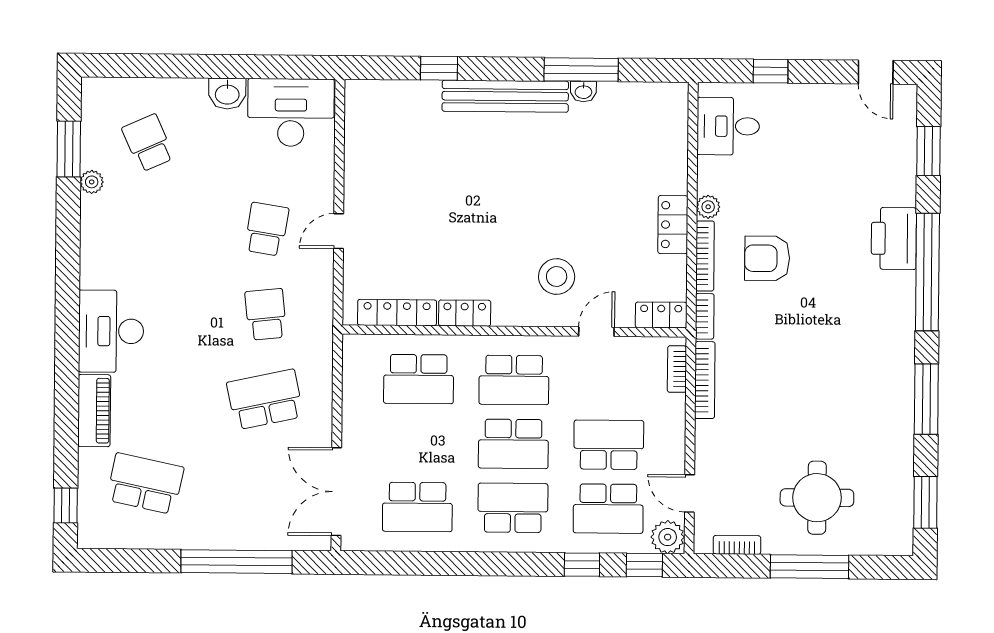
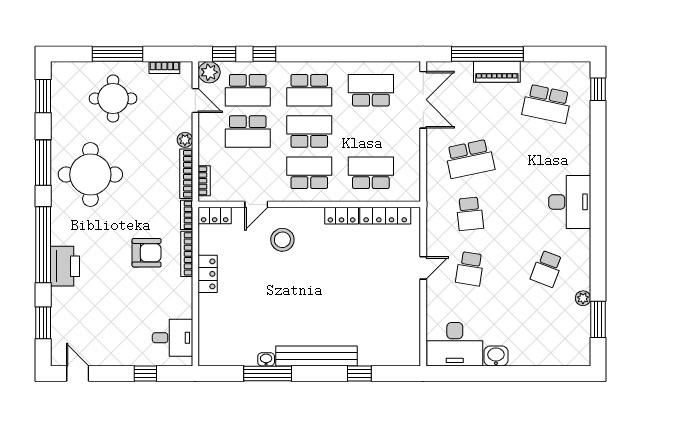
school desk: (148, 143) -> (547, 269), moved, turned 45
plant: (708, 207) -> (185, 140), moved
round table: (853, 380) -> (90, 174), added
piano: (94, 411) -> (497, 72), moved, turned -90
school desk: (608, 509) -> (248, 90), turned 180

